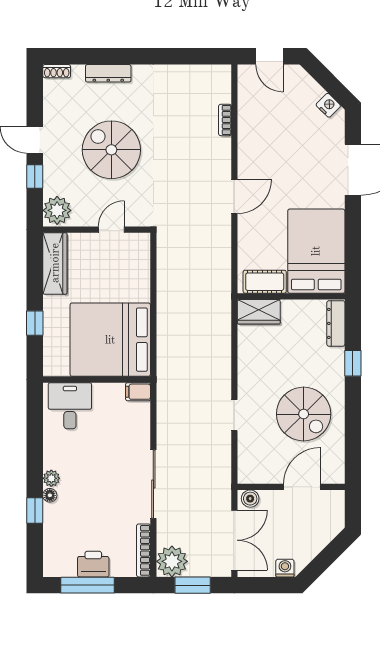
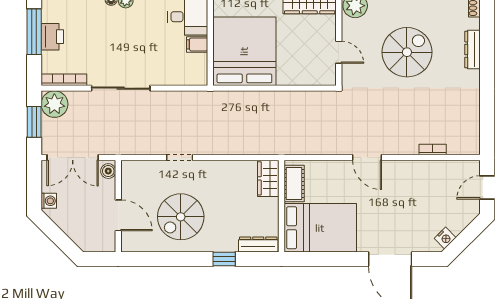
filing cabinet: (138, 392) -> (197, 44), moved, turned -90

